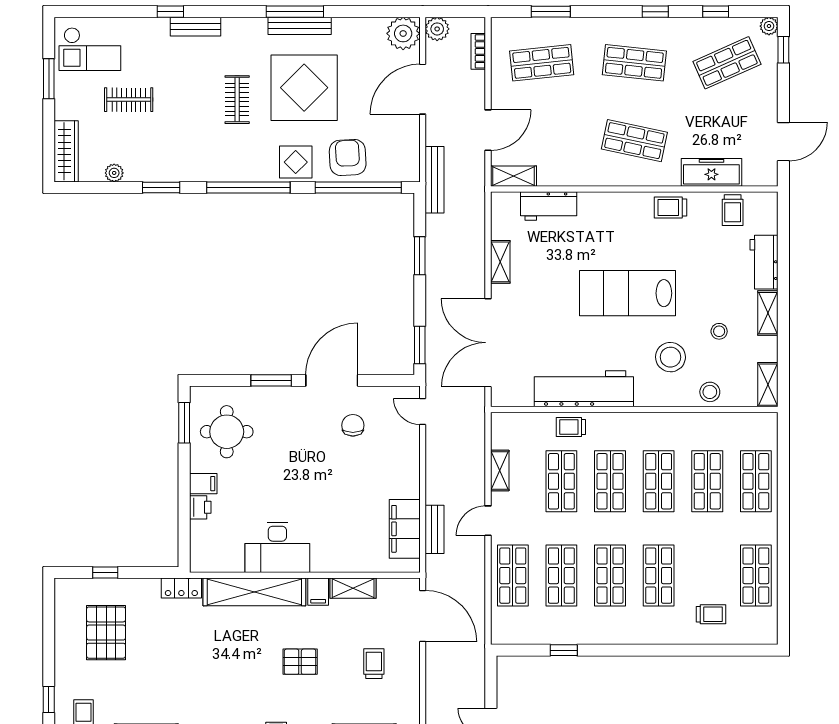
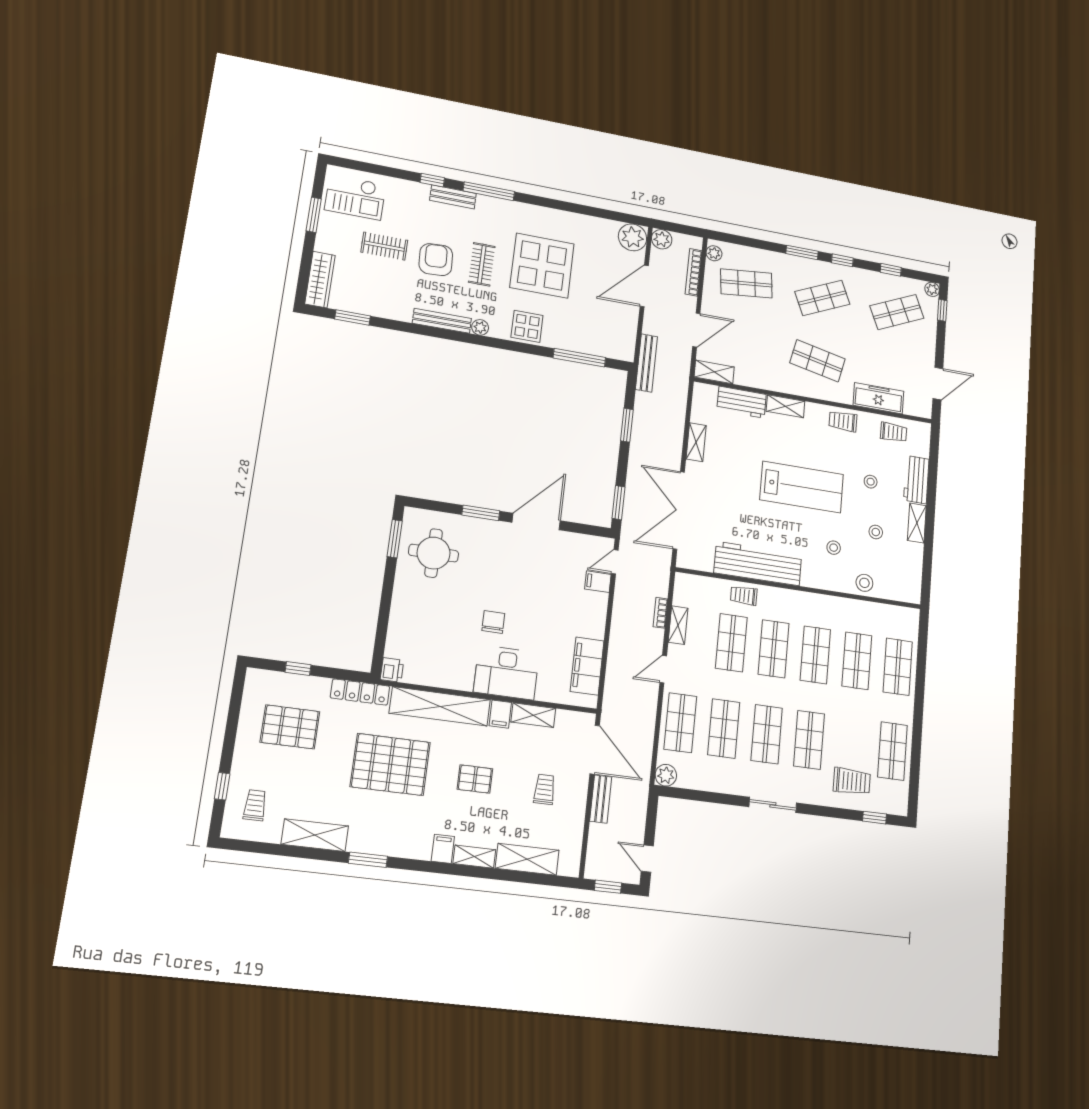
window: (295, 12) -> (489, 191), moved
window: (551, 12) -> (802, 252), moved
bench: (300, 26) -> (442, 321), moved
plant: (500, 34) -> (714, 253), added
bookcase: (478, 51) -> (694, 272), width x1.56
shop shelf: (634, 63) -> (822, 298), turned -30
armchair: (348, 157) -> (436, 260), moved
plant: (114, 173) -> (480, 327), moved
window: (161, 187) -> (353, 318), moved
window: (248, 187) -> (482, 340), removed
window: (358, 187) -> (579, 358), width x0.68
trolley: (733, 210) -> (894, 432), turned -90
stool: (709, 273) -> (871, 482), added
lab bench: (627, 293) -> (802, 487), turned 180
stool: (670, 357) -> (834, 548), width x0.53, depth x0.53
shelving: (768, 385) -> (785, 406), moved, turned 90
door: (423, 411) -> (615, 562), hinge flipped
chair: (353, 425) -> (493, 622), moved
bookcase: (479, 460) -> (660, 613), added
filing cabinet: (203, 484) -> (598, 582), moved, turned 180
printer: (200, 507) -> (392, 670), moved
bench: (435, 529) -> (601, 799), moved
desk: (277, 547) -> (506, 672), moved
locker: (181, 588) -> (360, 692), width x1.53
trolley: (711, 614) -> (852, 781), width x1.36, depth x1.39
pallet: (106, 633) -> (290, 727), turned 90
plant: (502, 633) -> (666, 775), added
window: (564, 650) -> (874, 818), moved
sliding door: (623, 650) -> (773, 805), added
pallet: (212, 658) -> (390, 764), added

